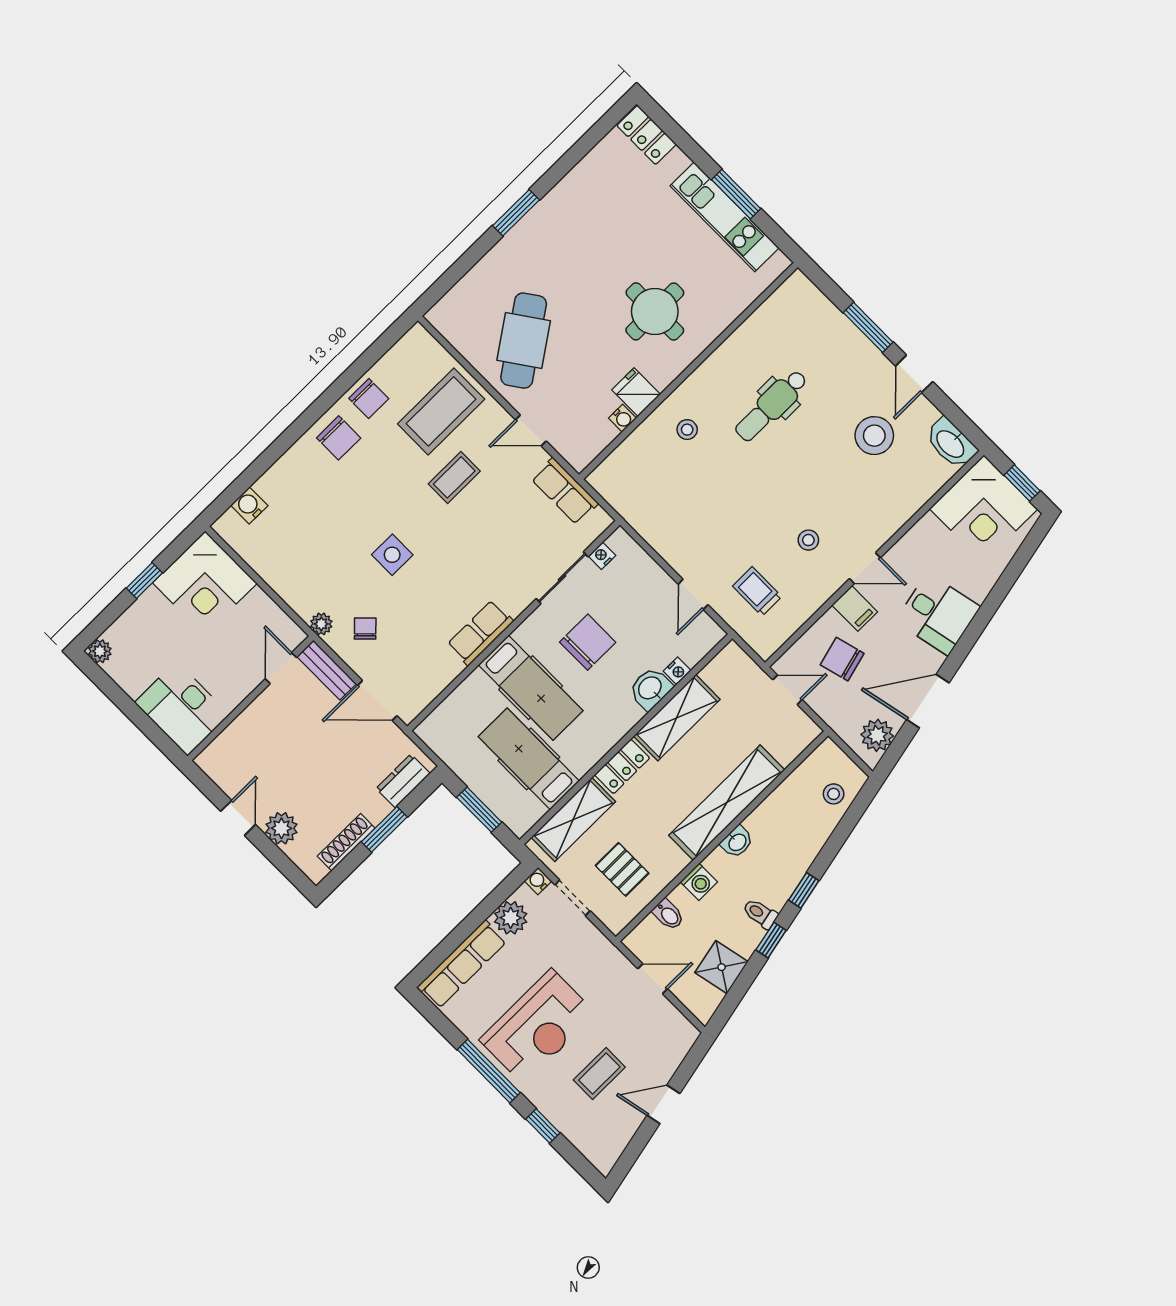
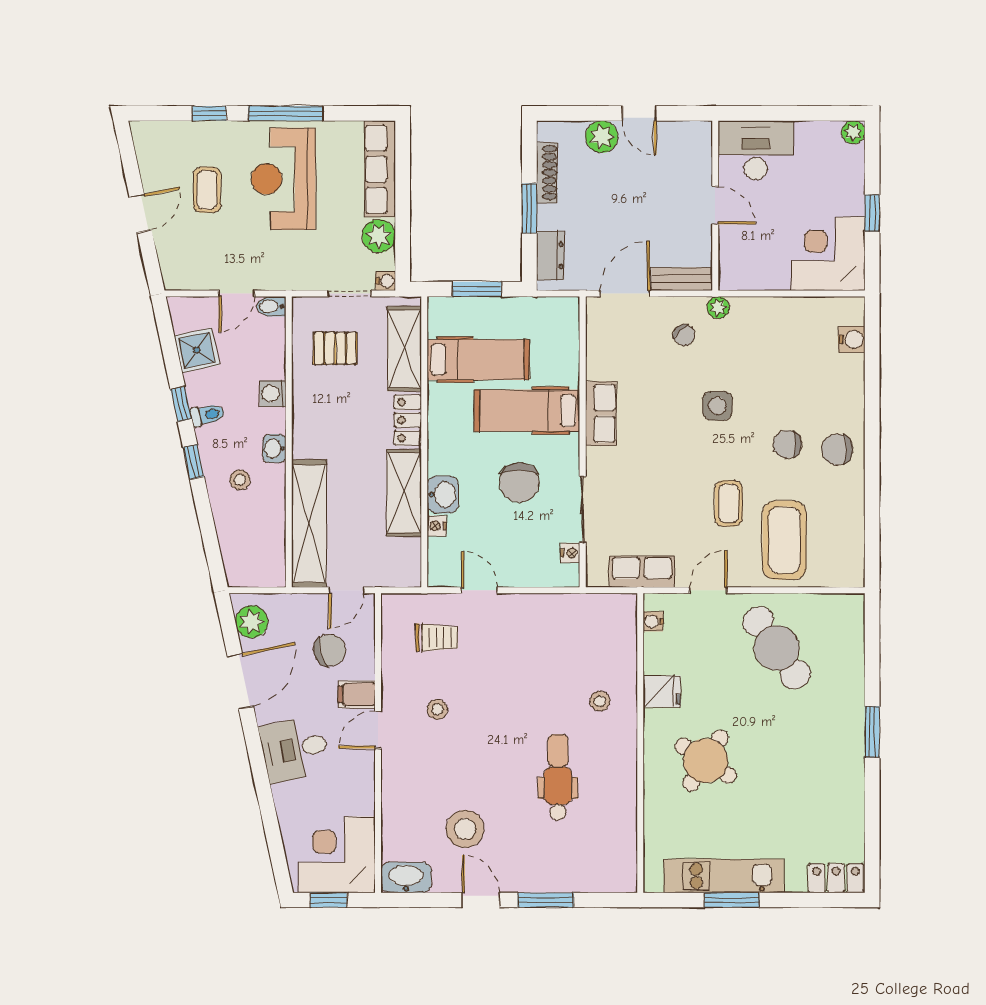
round table: (655, 311) -> (706, 761), turned 33
chair: (369, 399) -> (787, 444), moved
water cooler: (622, 418) -> (653, 621), moved
door: (281, 668) -> (715, 205), moved
stool: (834, 794) -> (240, 480), moved
shelving: (727, 803) -> (309, 524), moved
bidet: (668, 915) -> (271, 306), moved

